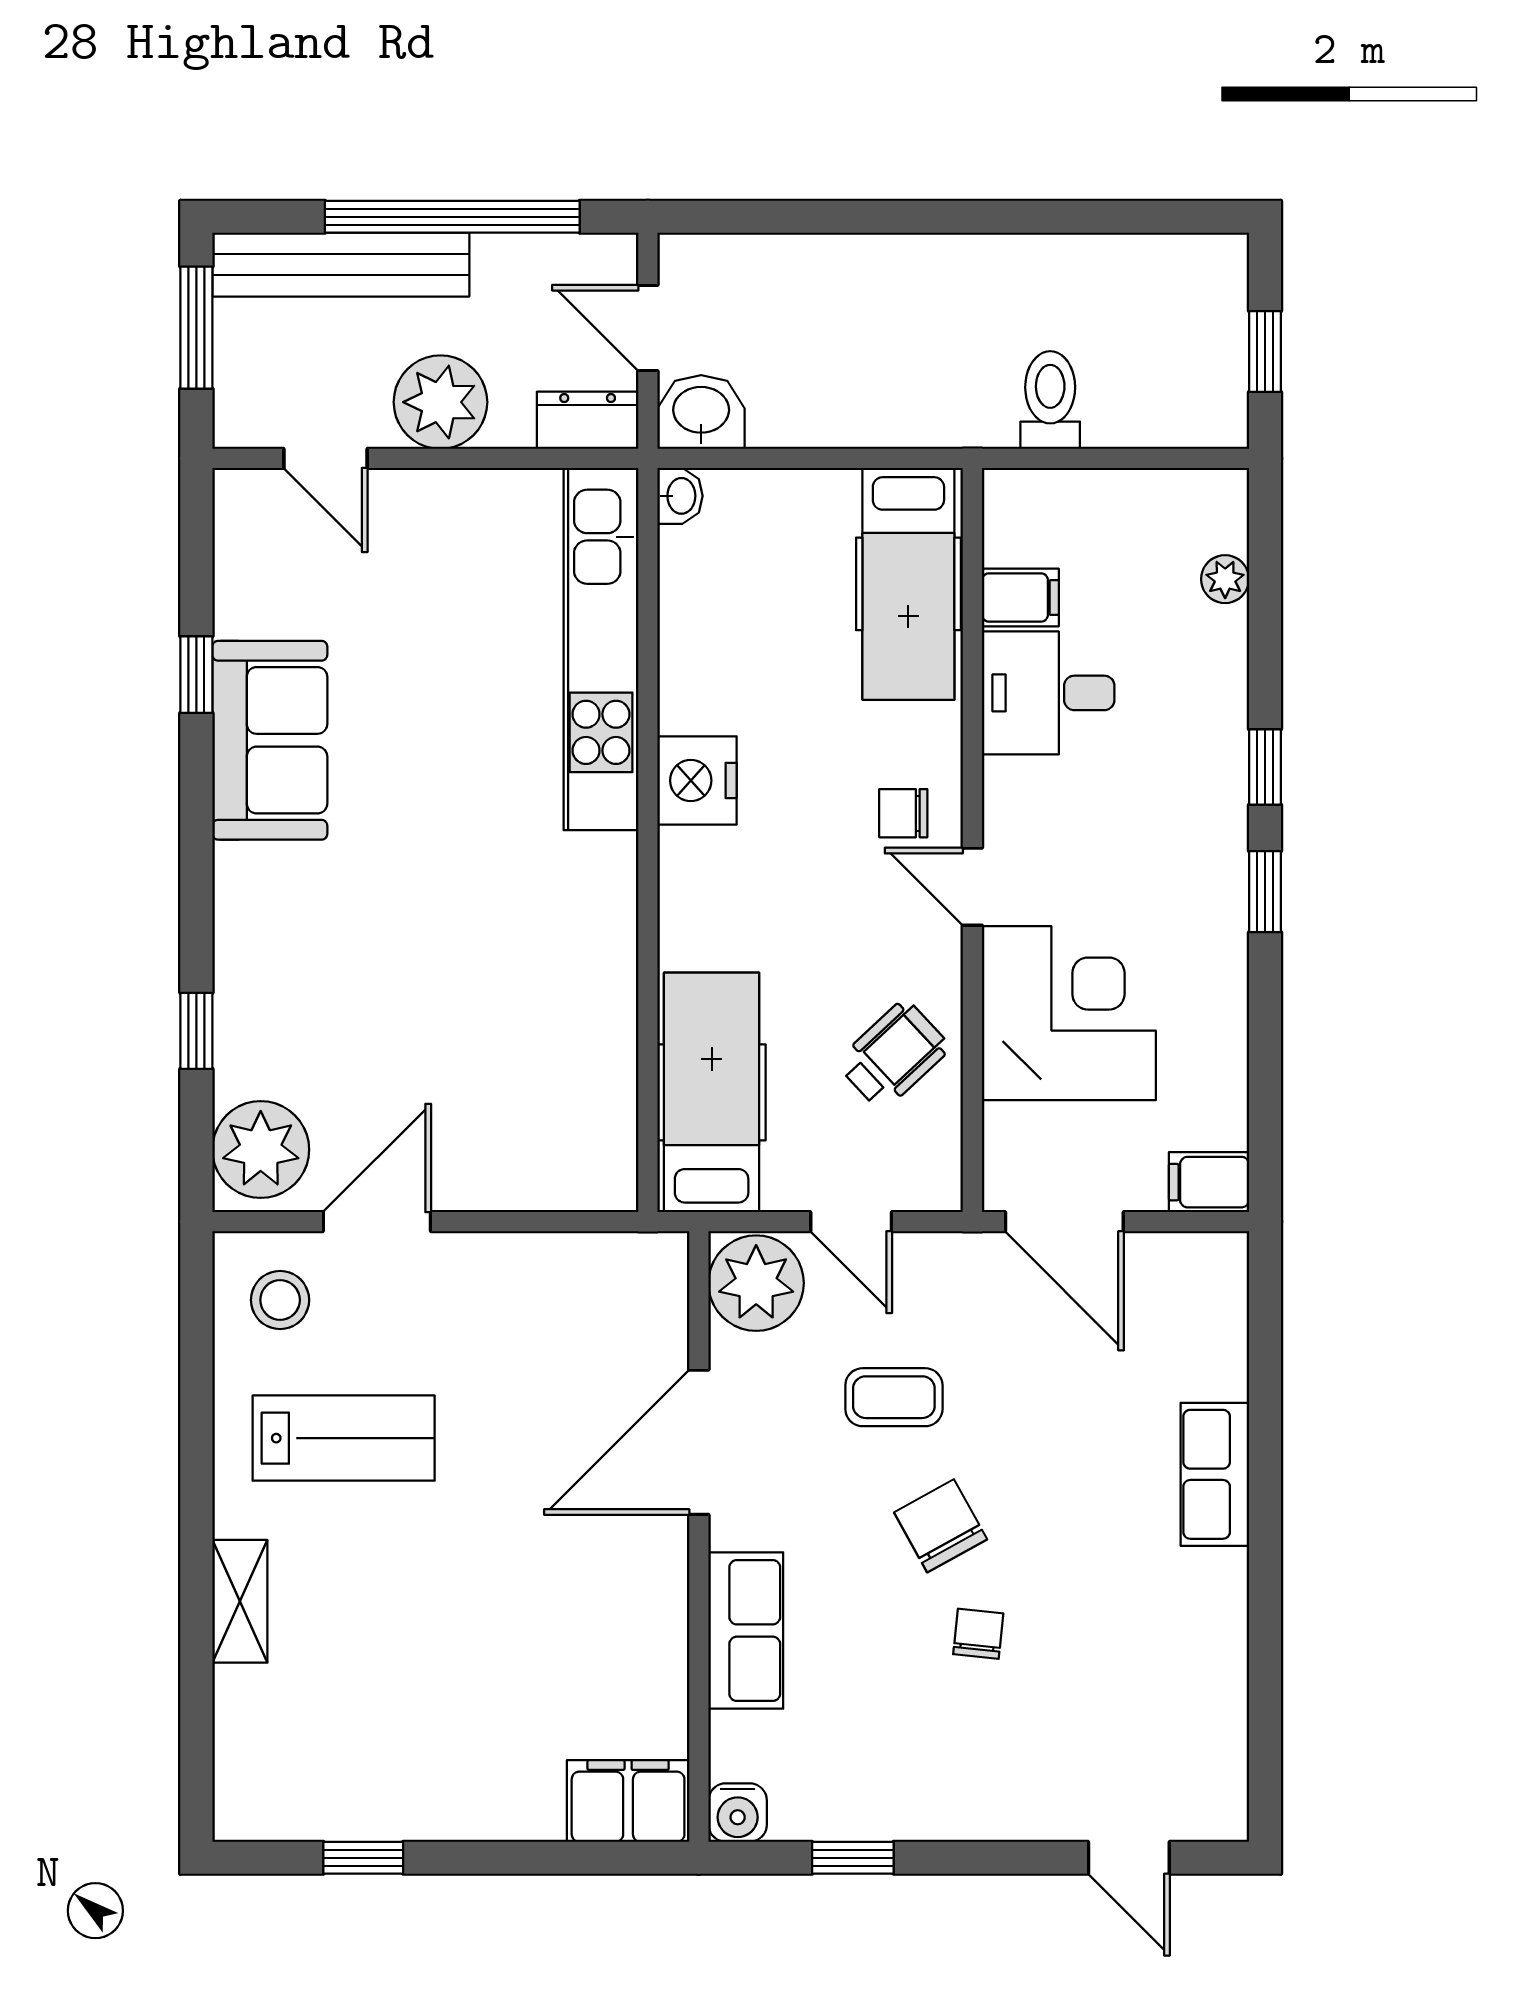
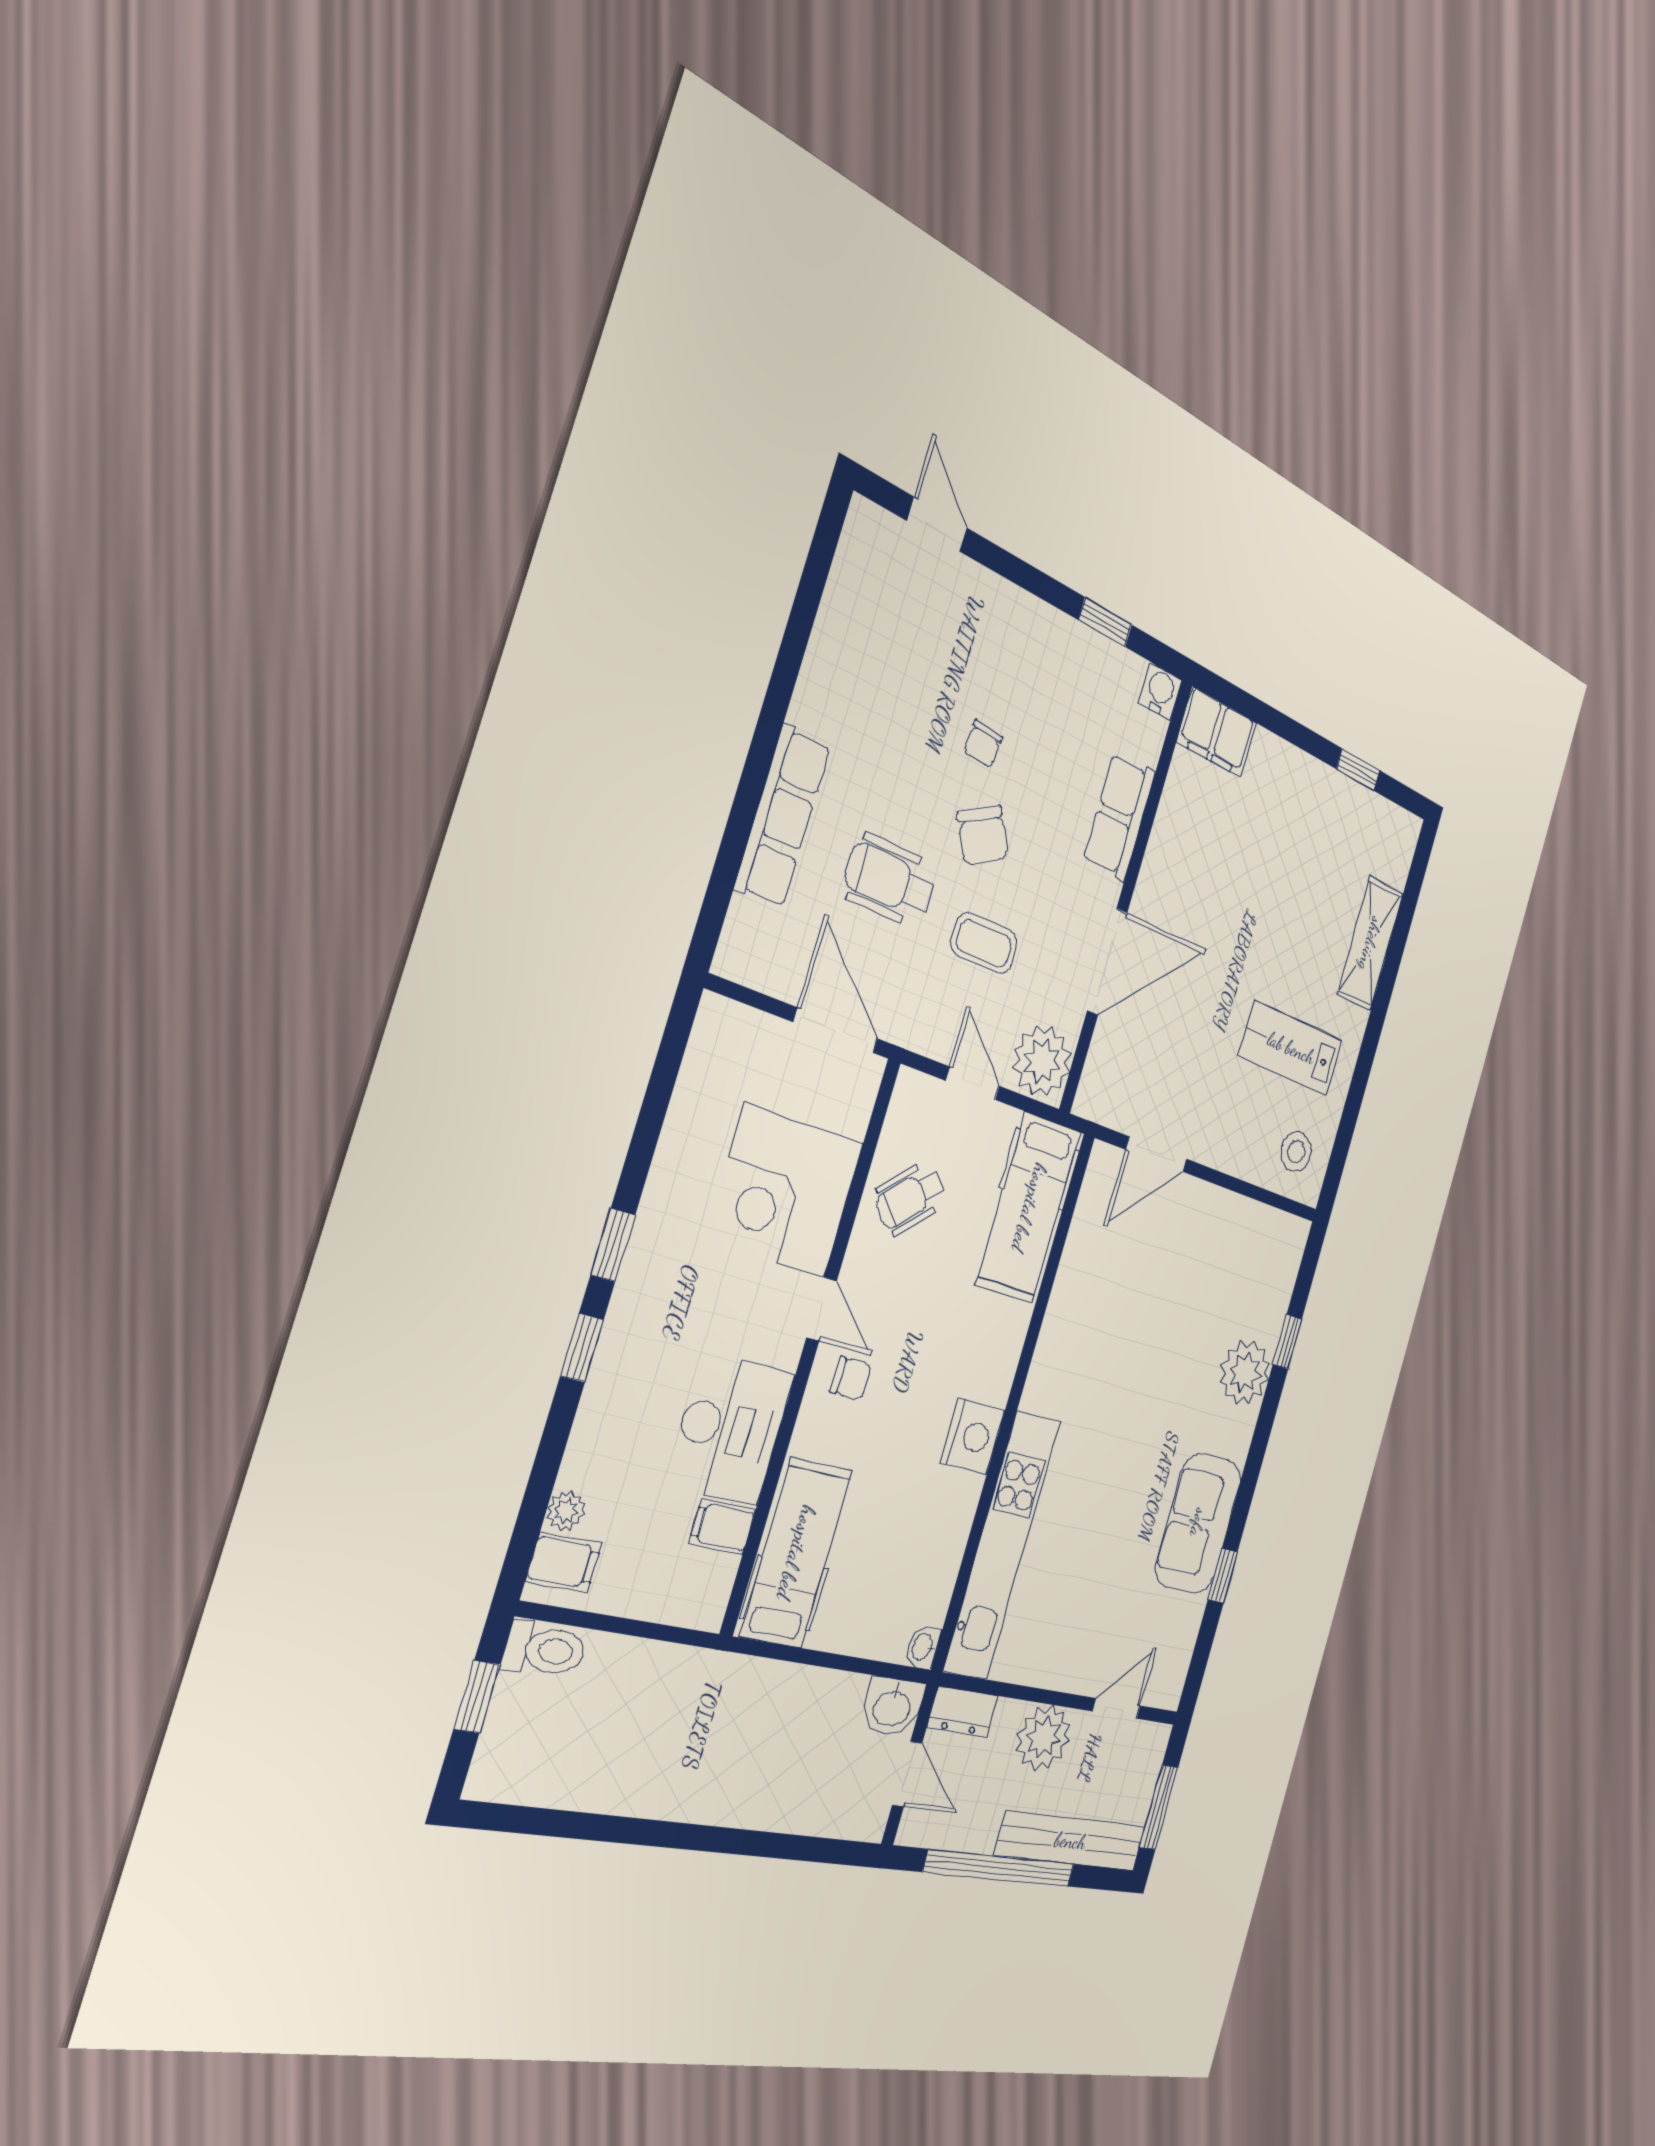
toilet: (1050, 400) -> (545, 1650), moved, turned -90
door: (325, 458) -> (1117, 1708), hinge flipped
desk: (1048, 693) -> (730, 1429), width x1.37
plant: (261, 1150) -> (1245, 1373), moved
filing cabinet: (1209, 1182) -> (564, 1562), moved
door: (377, 1222) -> (1156, 1154), moved
wheelchair: (1051, 1422) -> (890, 881), added
row of seats: (1215, 1474) -> (783, 817), width x1.48
shelving: (240, 1601) -> (1370, 944), width x1.50, depth x1.33

